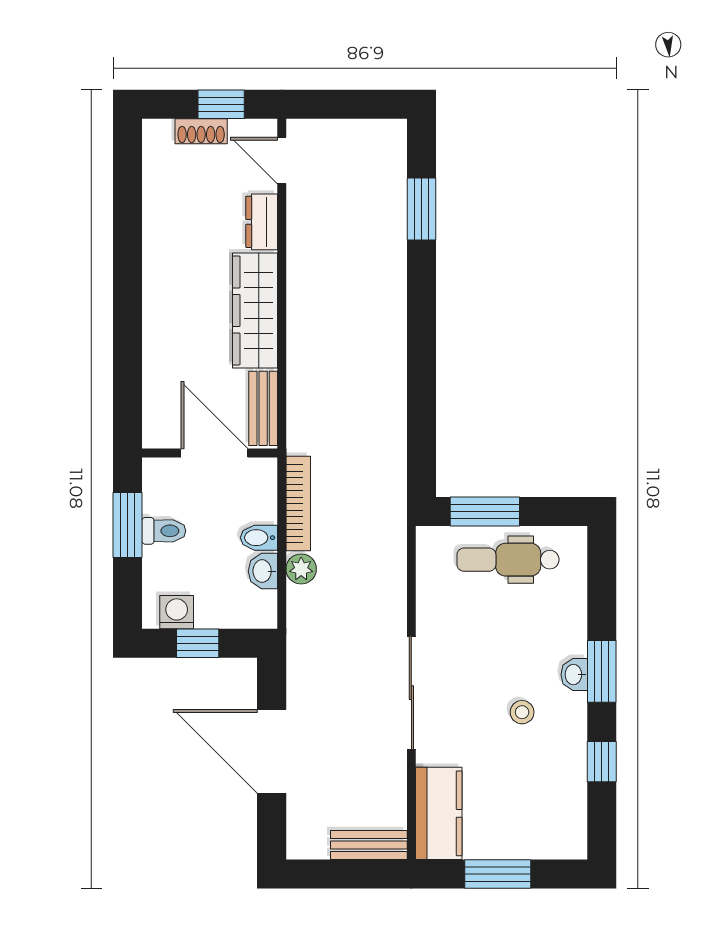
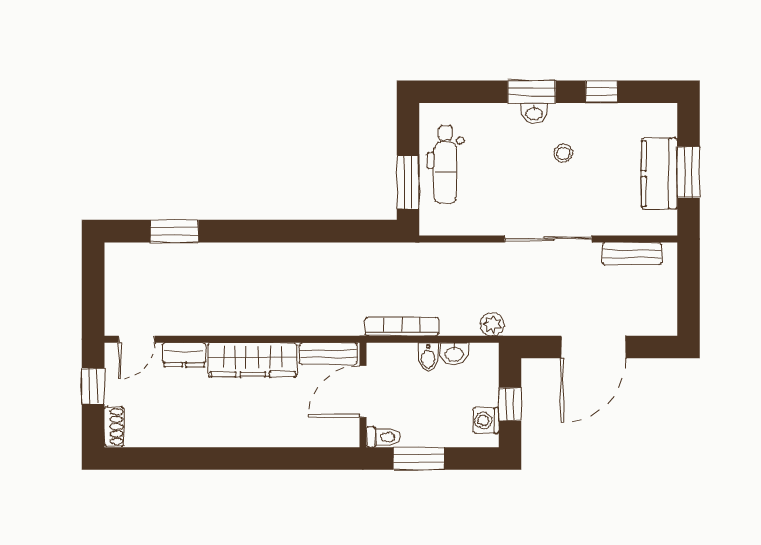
shoe rack: (201, 131) -> (114, 427), moved
toilet: (164, 531) -> (383, 437), moved, turned 90
plant: (301, 569) -> (492, 324), moved
kitchen counter: (439, 813) -> (659, 174), moved, turned -90
bench: (369, 845) -> (632, 254), moved, turned 90

